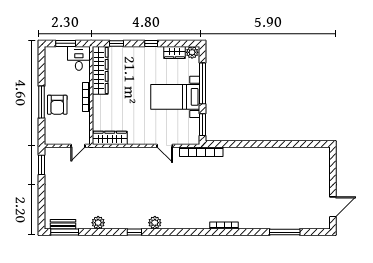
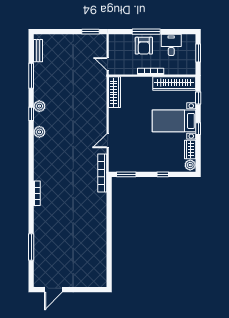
desk: (79, 58) -> (171, 45), moved, turned -90
window: (203, 83) -> (163, 174), width x0.32
bed with nightstands: (175, 97) -> (174, 121), moved, turned -90
armchair: (57, 105) -> (144, 46), turned -90
door: (333, 207) -> (53, 290), hinge flipped
plant: (98, 223) -> (39, 106), moved
window: (65, 232) -> (31, 76), moved

